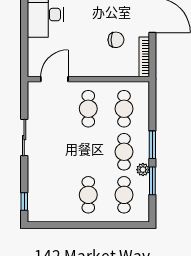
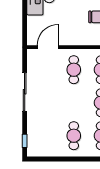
sliding door: (24, 138) -> (25, 92), width x1.37

